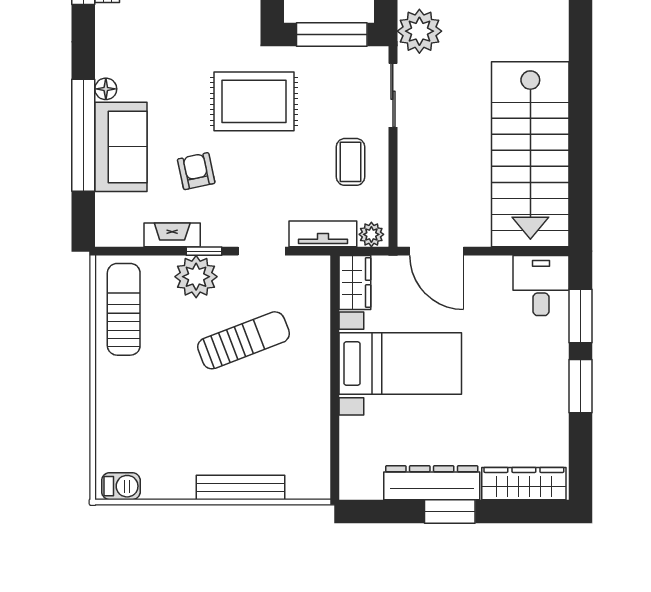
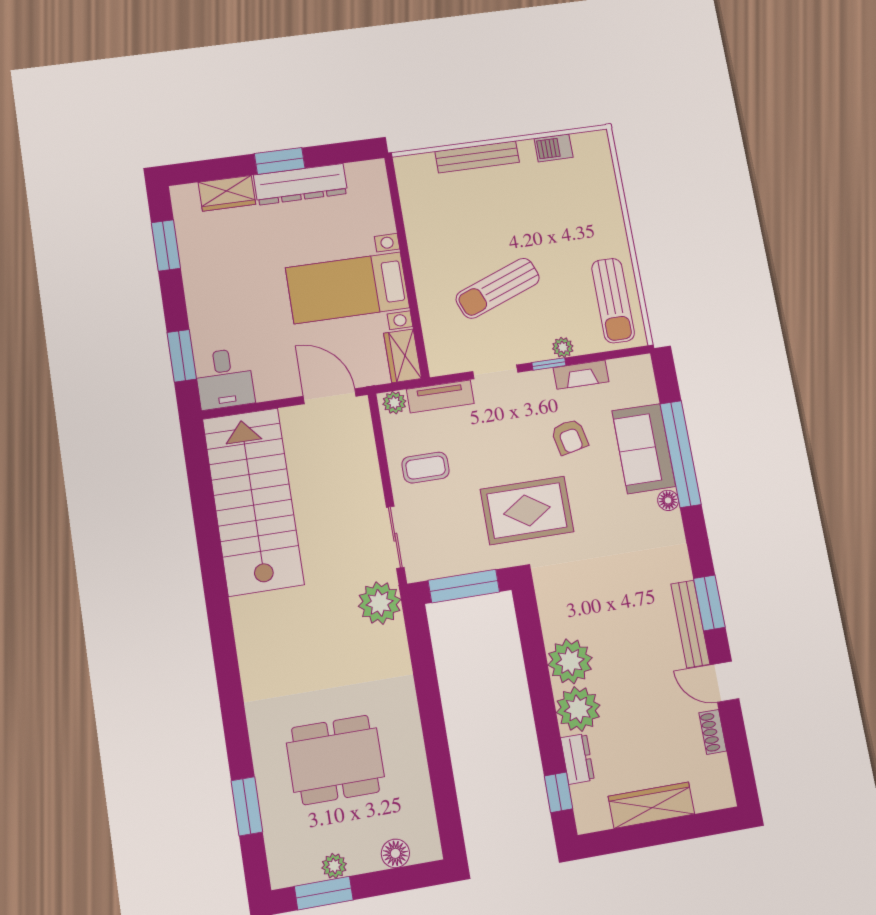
coffee table: (351, 162) -> (426, 468), turned 90
plant: (196, 277) -> (563, 347), width x0.53, depth x0.53
window: (581, 386) -> (166, 245), moved
wardrobe: (524, 484) -> (227, 193), width x0.67
barbecue: (121, 486) -> (554, 148), moved

